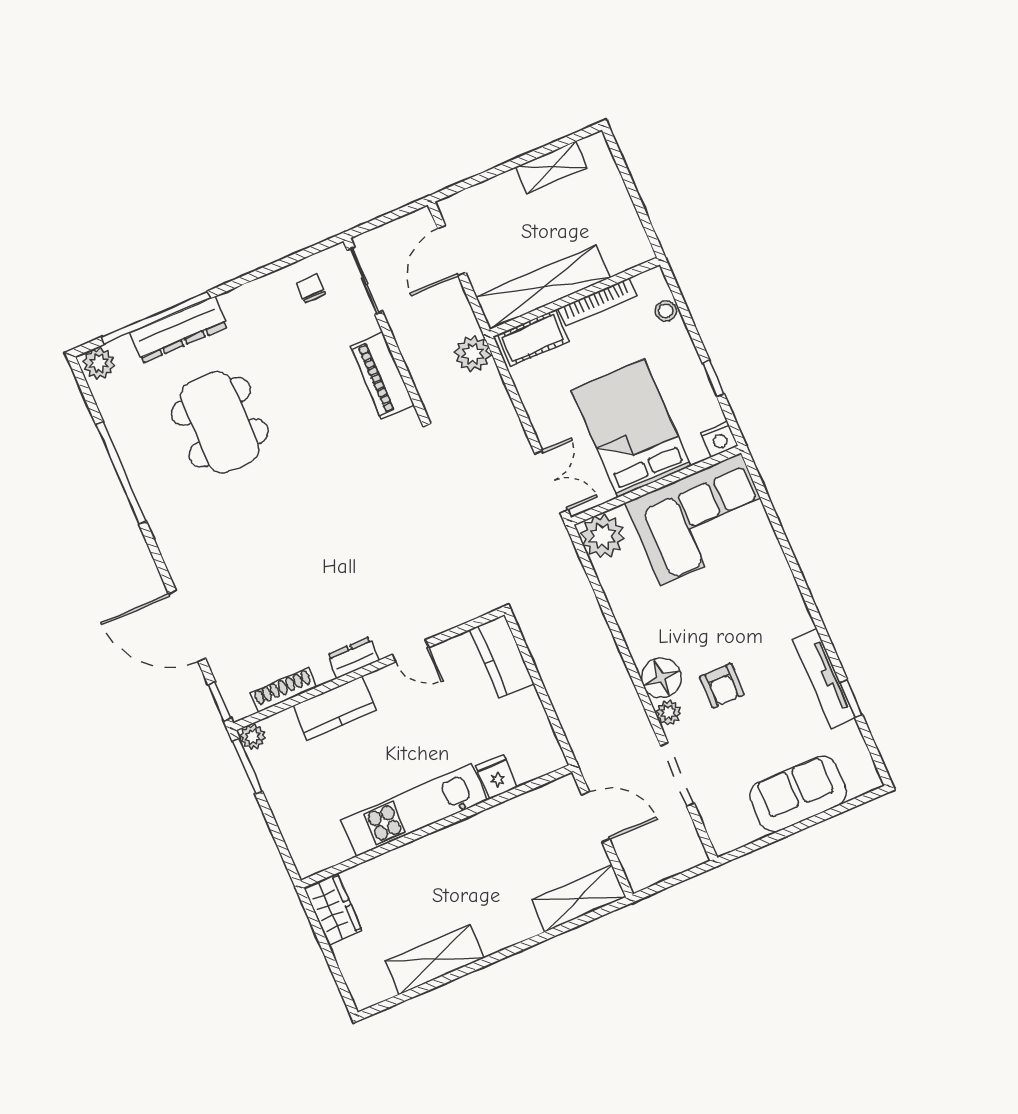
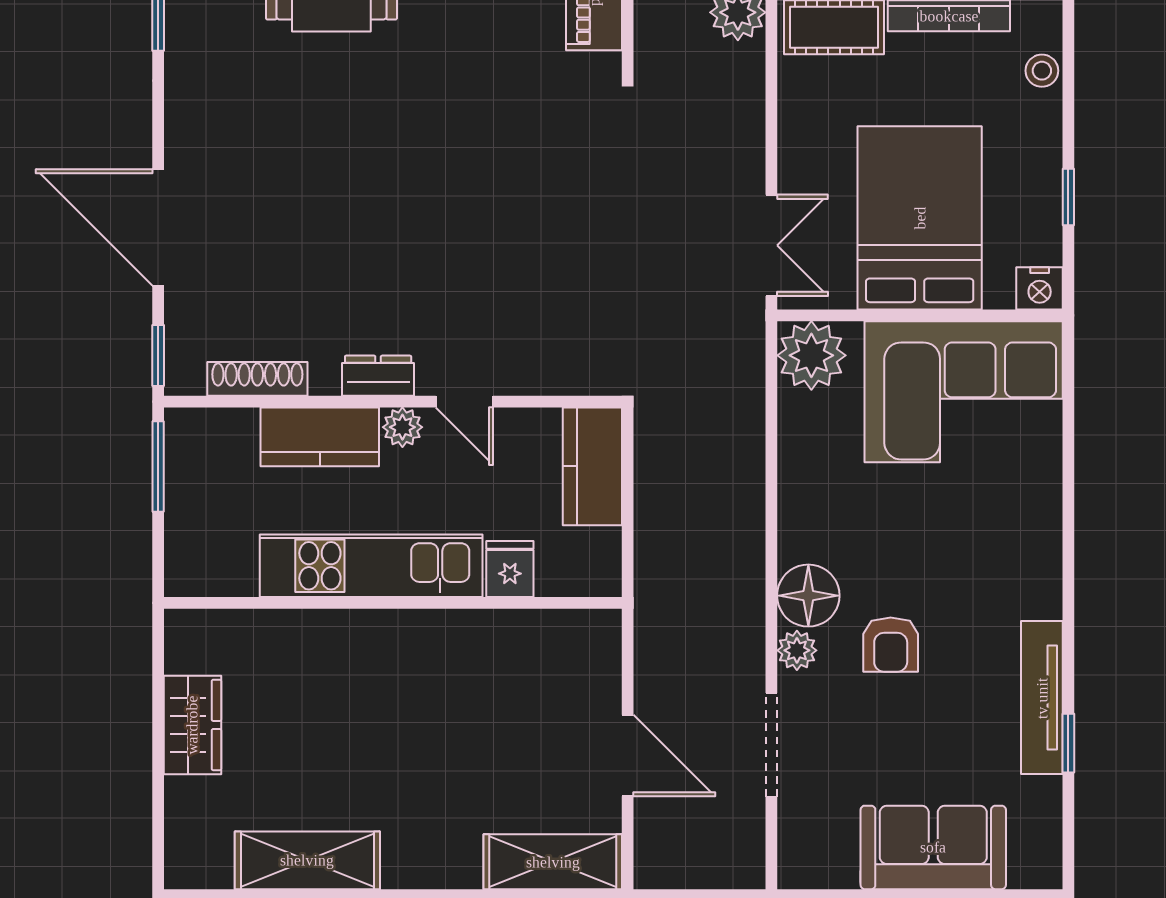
plant: (253, 737) -> (402, 427), moved
fridge: (497, 777) -> (510, 569), moved
kitchen unit: (414, 810) -> (371, 566), moved
wall: (436, 826) -> (393, 603), moved

